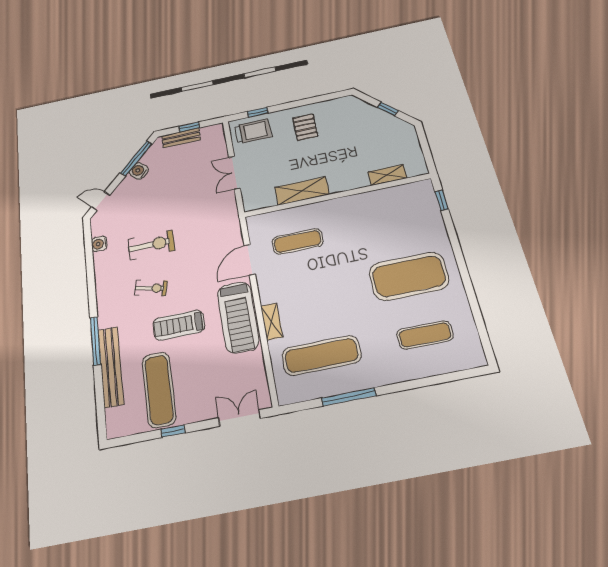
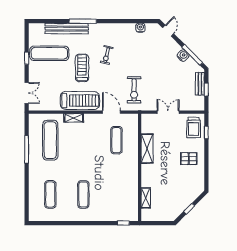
exercise bike: (151, 245) -> (134, 90), moved
exercise mat: (409, 276) -> (83, 194), width x0.50, depth x0.69
treadmill: (238, 317) -> (80, 101), turned 180

